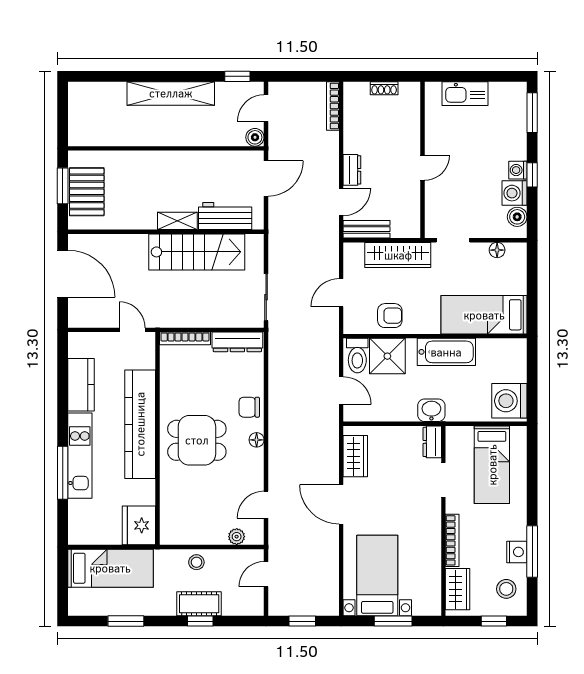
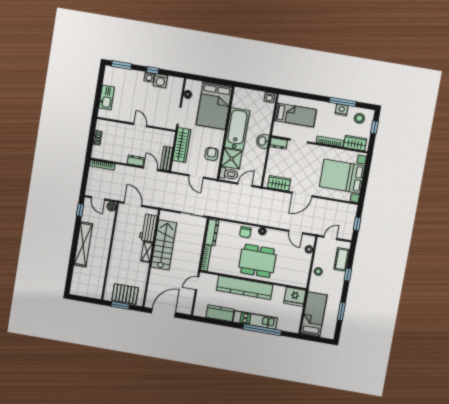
boiler: (517, 217) -> (173, 81), removed
bed: (484, 315) -> (214, 106), width x1.50
bathtub: (446, 352) -> (237, 129), width x1.36, depth x1.36
washing machine: (509, 401) -> (269, 97), width x0.53, depth x0.53
dining table: (197, 440) -> (257, 261), width x1.37
window: (63, 473) -> (262, 330), width x1.46
door: (266, 574) -> (330, 238), swing flipped
bed with nightstands: (377, 576) -> (342, 176), width x1.36
cot: (199, 604) -> (342, 259), moved
window: (393, 621) -> (365, 178), removed

